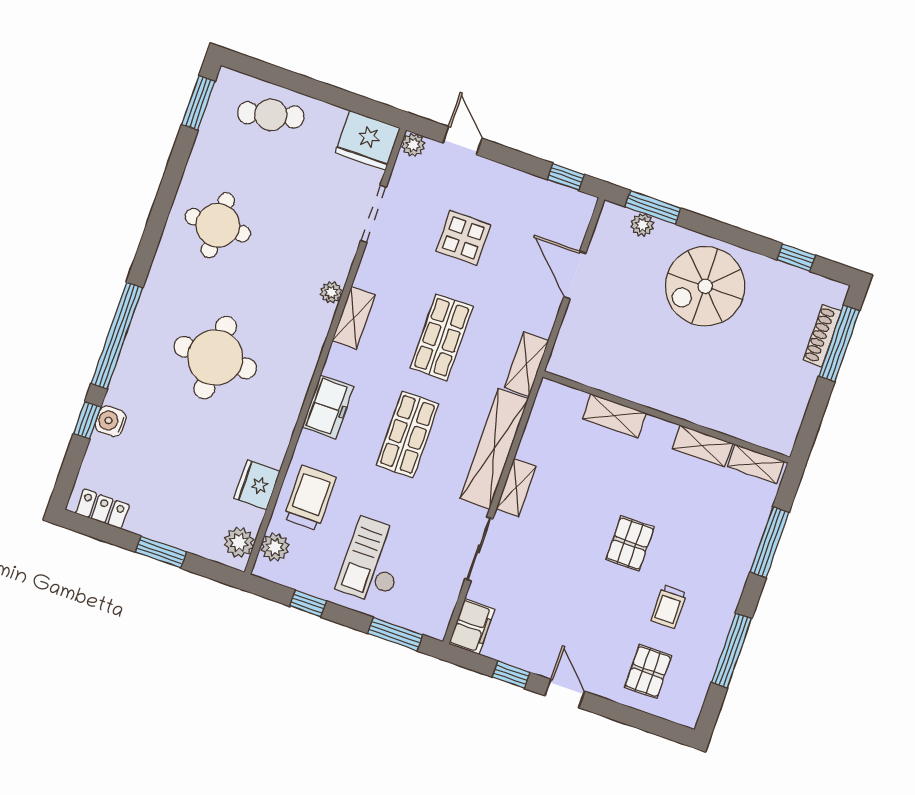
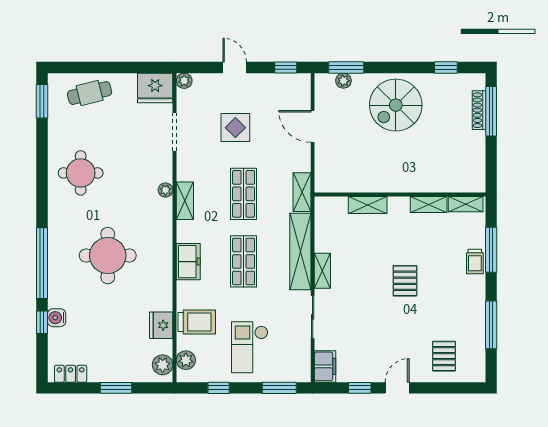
door: (462, 141) -> (235, 68), moved
trolley: (310, 498) -> (197, 322), turned 90
trolley: (669, 607) -> (475, 262), moved
door: (565, 693) -> (397, 388), hinge flipped

